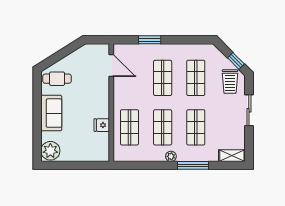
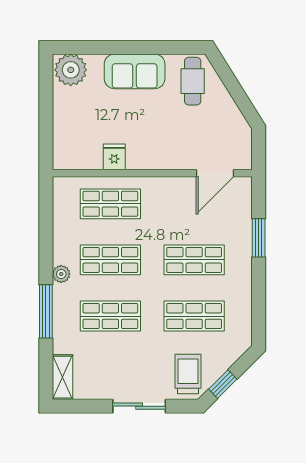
trolley: (230, 81) -> (188, 374), turned 90

